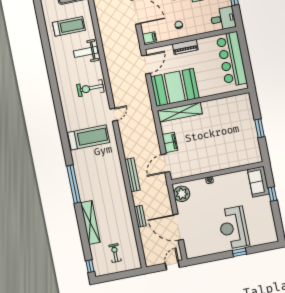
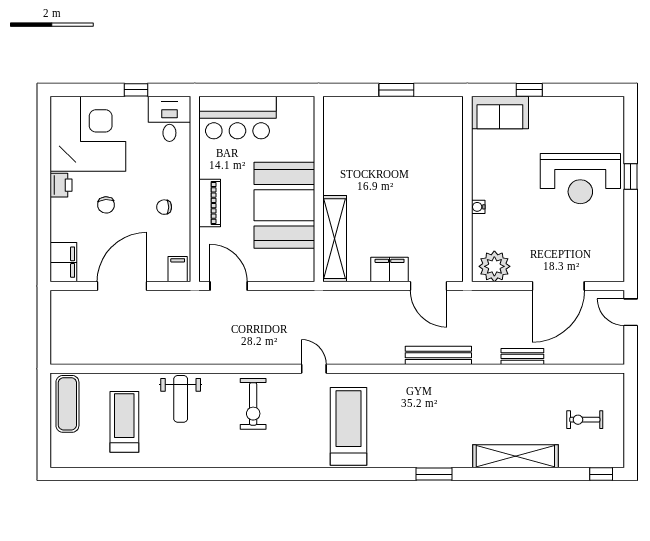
bar counter: (232, 59) -> (237, 117), width x0.73
booth: (175, 87) -> (284, 205), moved
window: (74, 184) -> (434, 474), width x0.47

